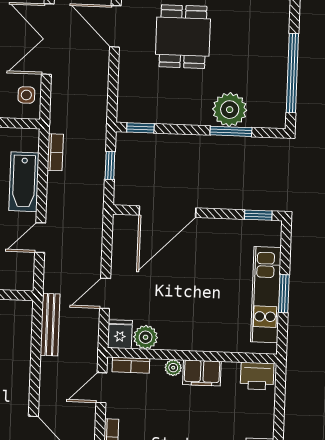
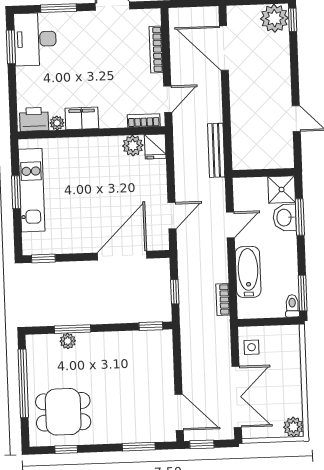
dining table: (183, 37) -> (63, 412), moved, turned 90
plant: (230, 110) -> (68, 341), width x0.53, depth x0.53
door: (105, 293) -> (172, 216), moved
plant: (173, 368) -> (57, 123), moved

